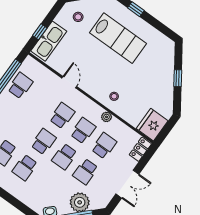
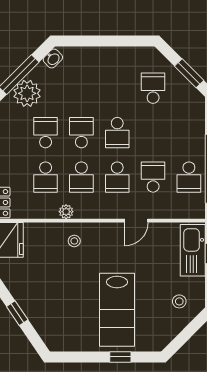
lab bench: (118, 38) -> (117, 310), turned -90
door: (69, 82) -> (136, 221), hinge flipped
school desk: (25, 168) -> (153, 177), moved

